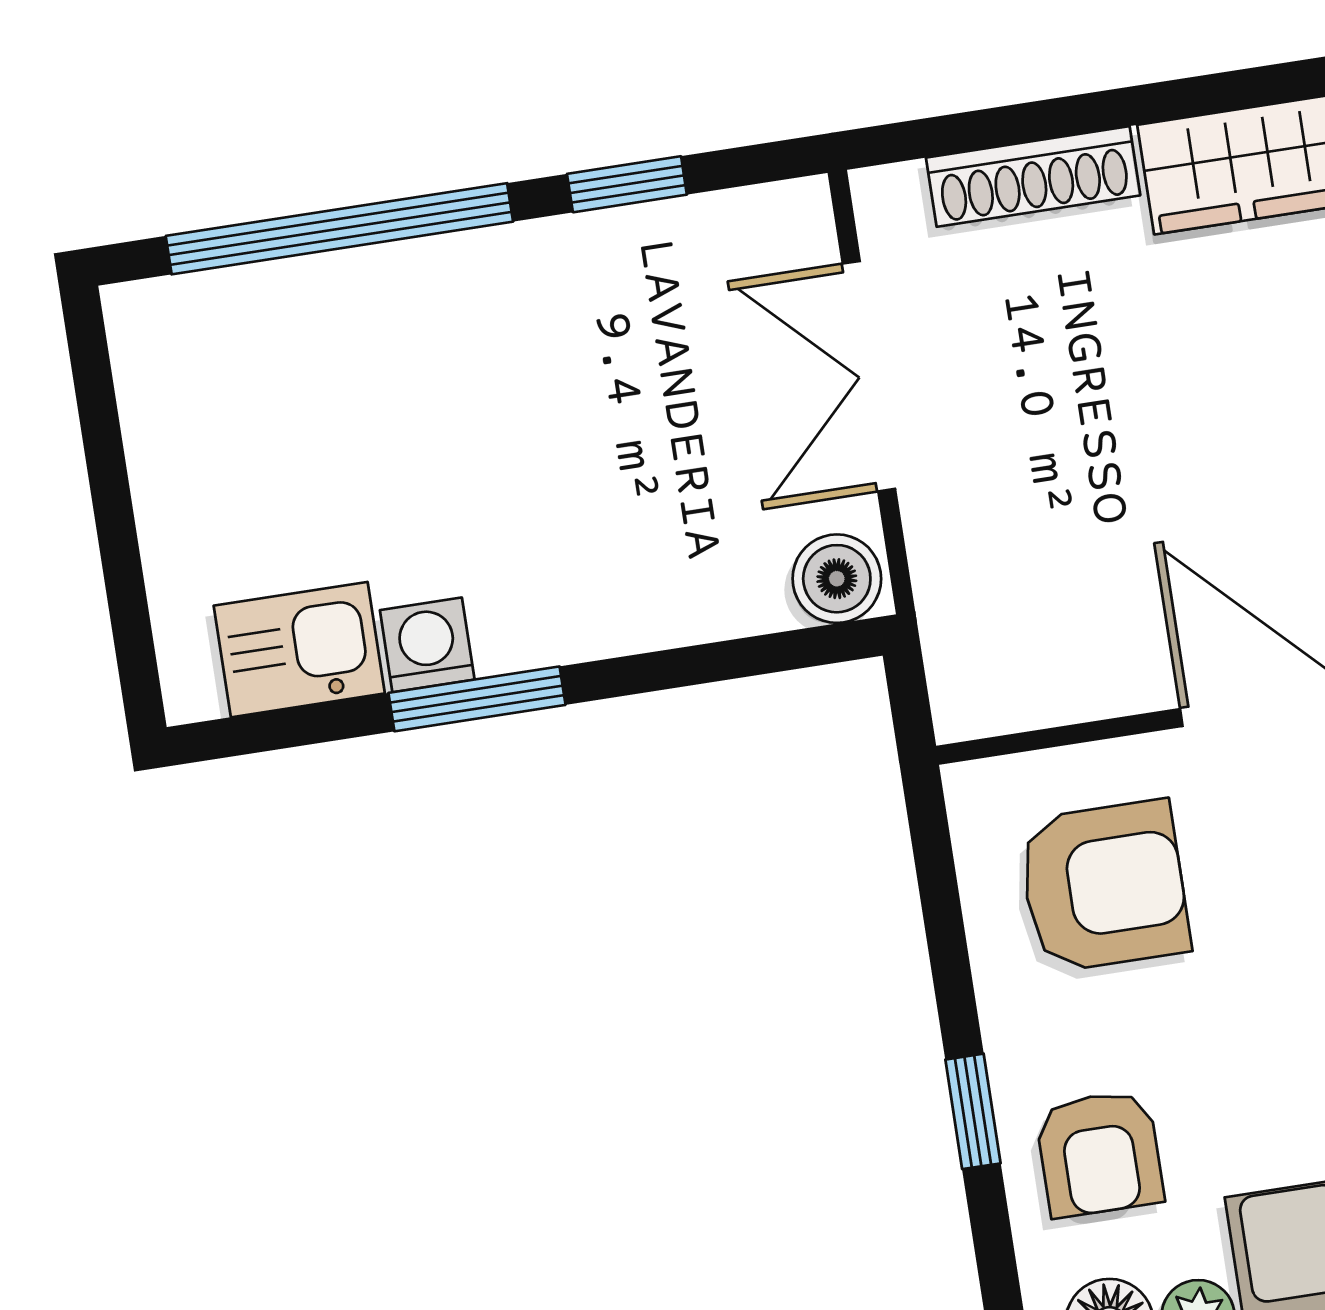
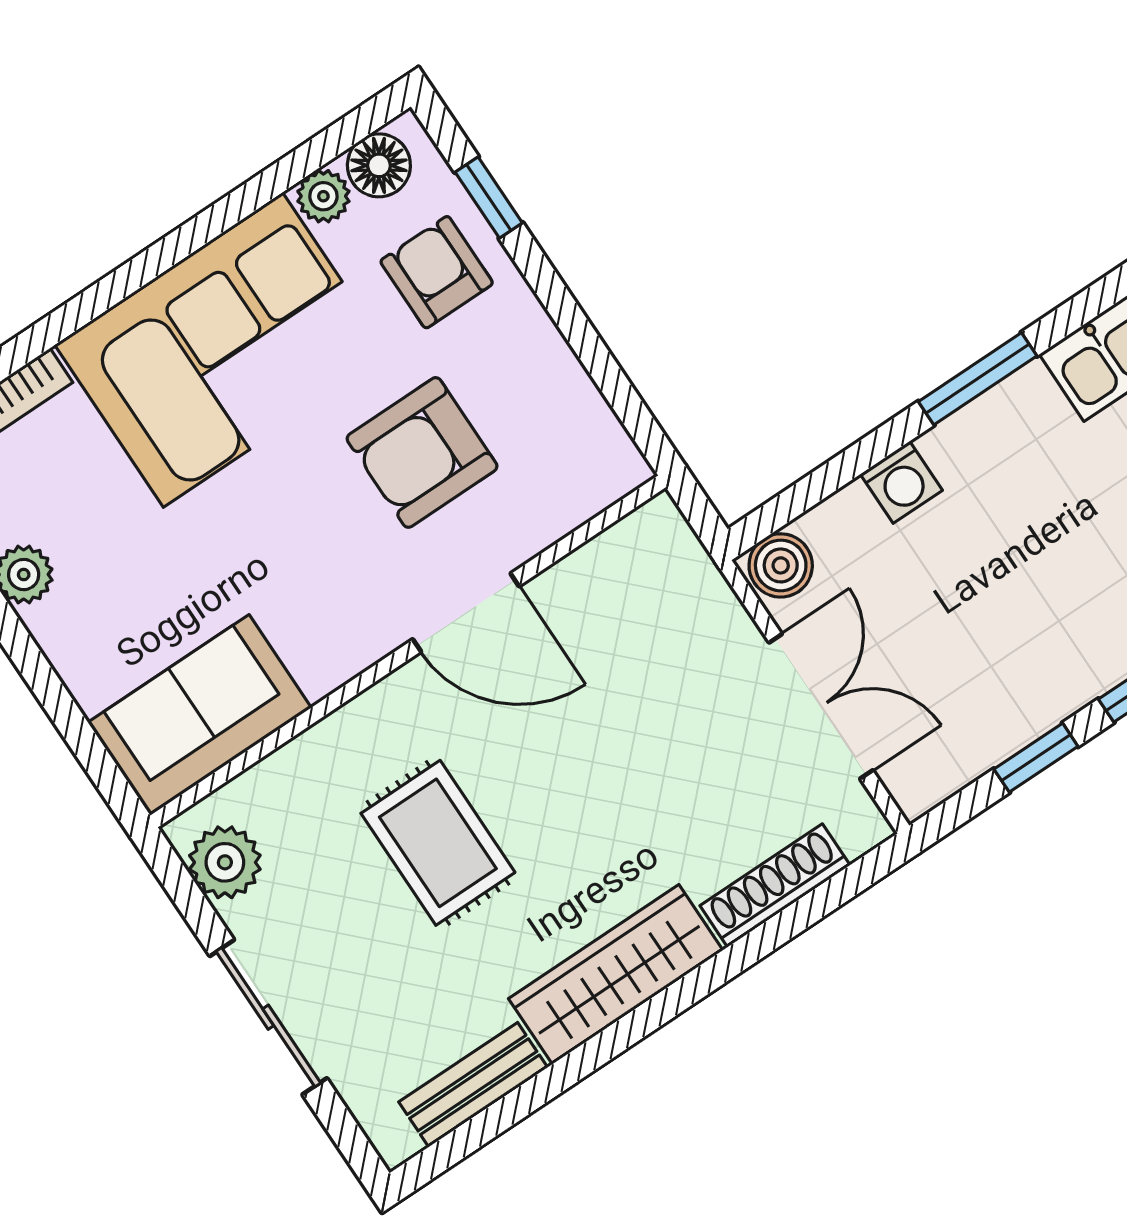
washing machine: (427, 645) -> (901, 482), moved
armchair: (1104, 886) -> (422, 452), moved
window: (973, 1111) -> (489, 197), moved

